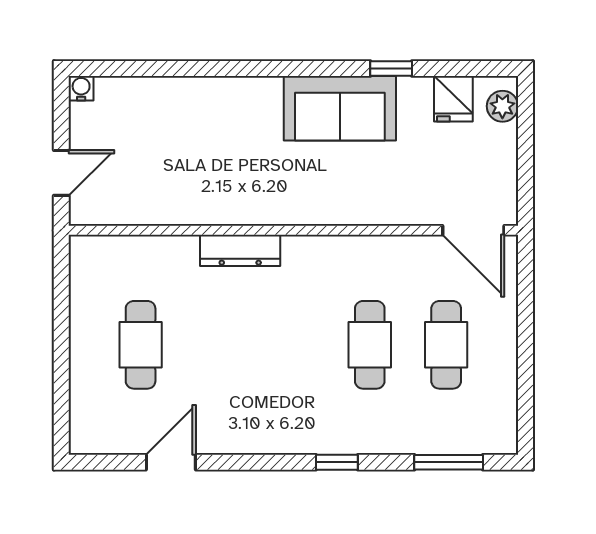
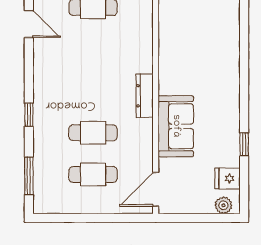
sofa: (340, 108) -> (176, 126), moved, turned 180
dresser: (240, 250) -> (145, 96), moved

